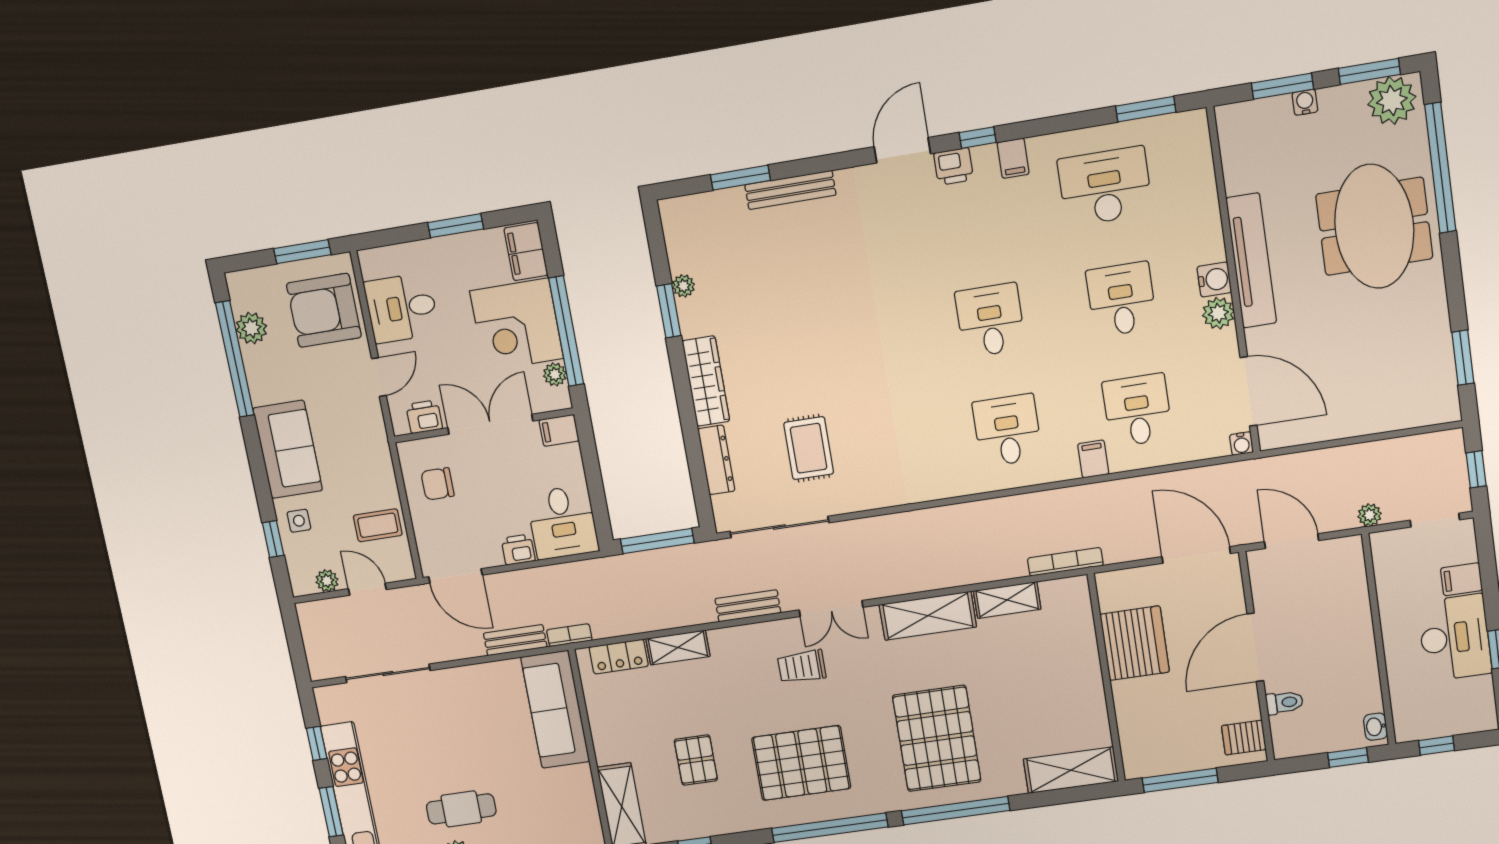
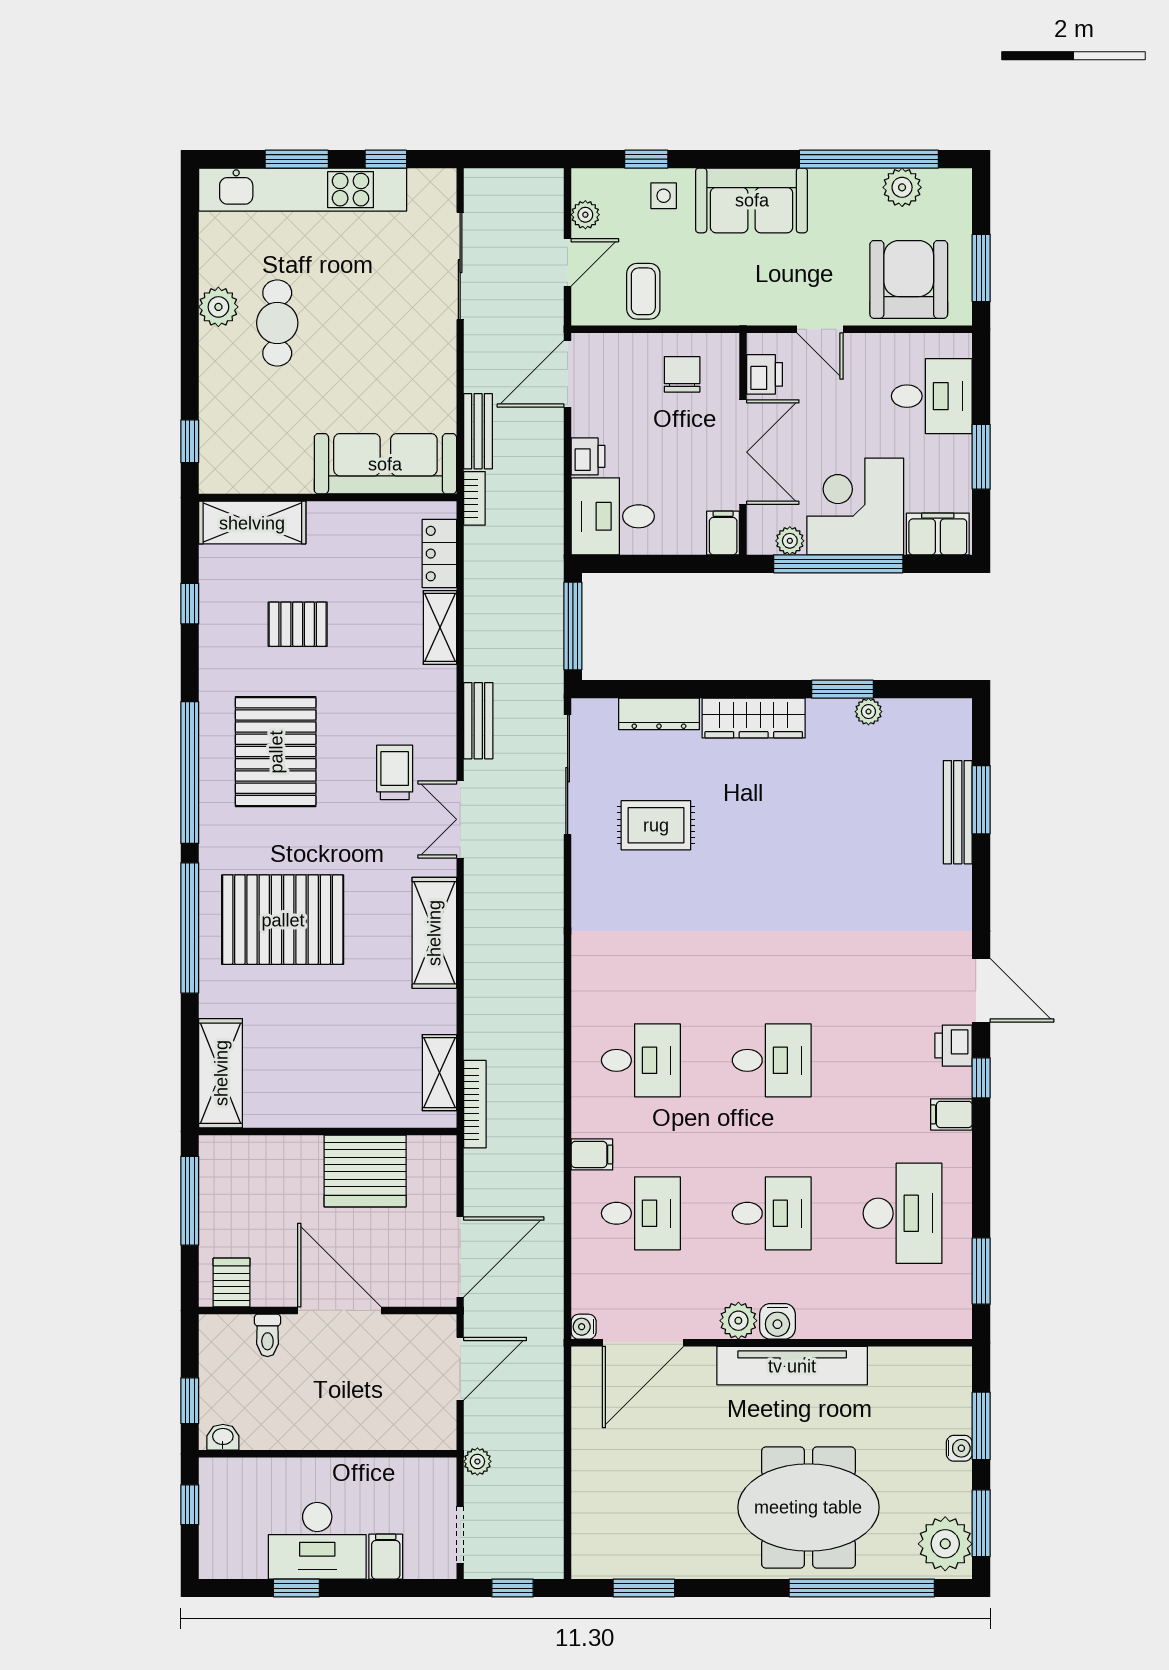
bench: (790, 190) -> (958, 812), moved
desk: (402, 308) -> (932, 396), moved, turned 90
shelving: (1007, 600) -> (439, 1073), moved

